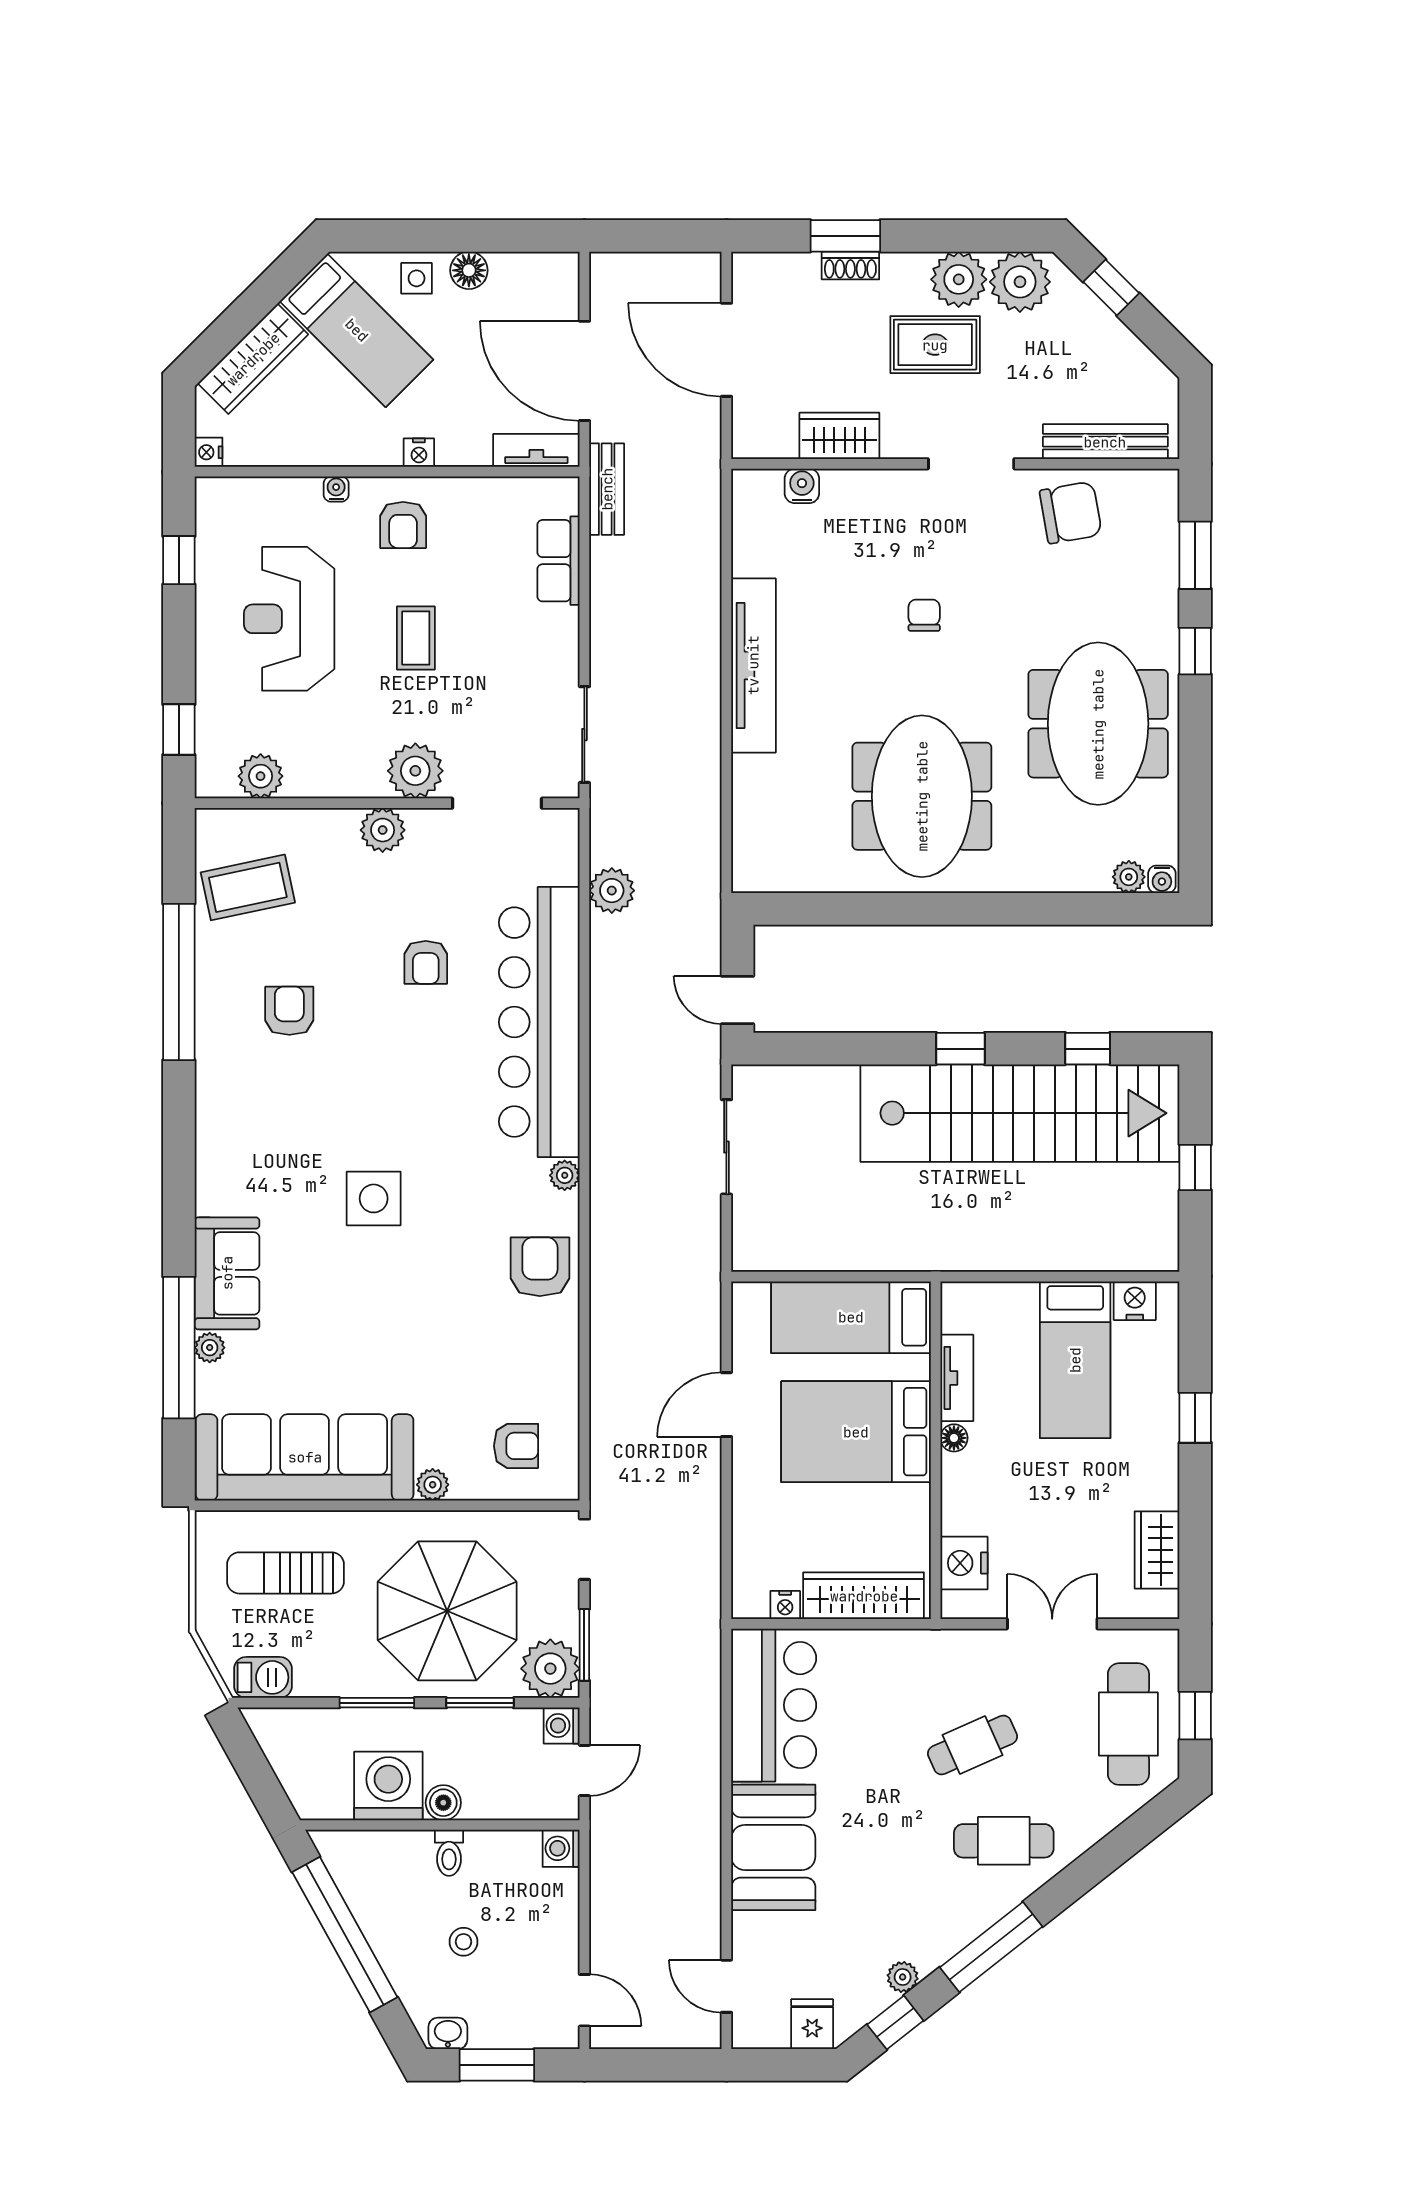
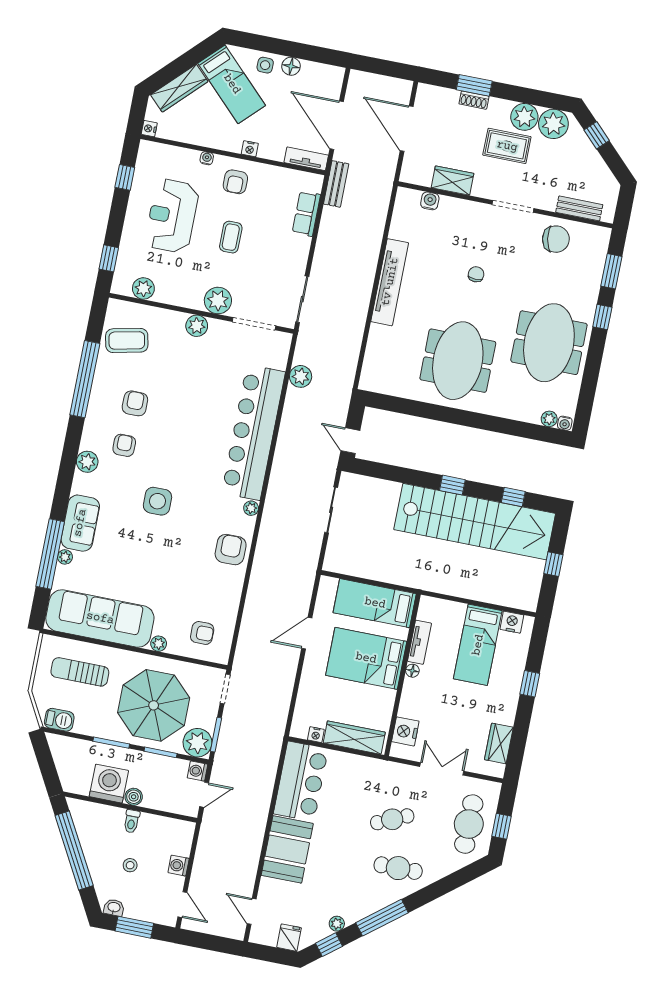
bench: (1105, 442) -> (579, 208), width x0.73
armchair: (426, 962) -> (124, 445), moved, turned 180
plant: (217, 1147) -> (87, 462), added
washing machine: (561, 1848) -> (179, 866), moved

